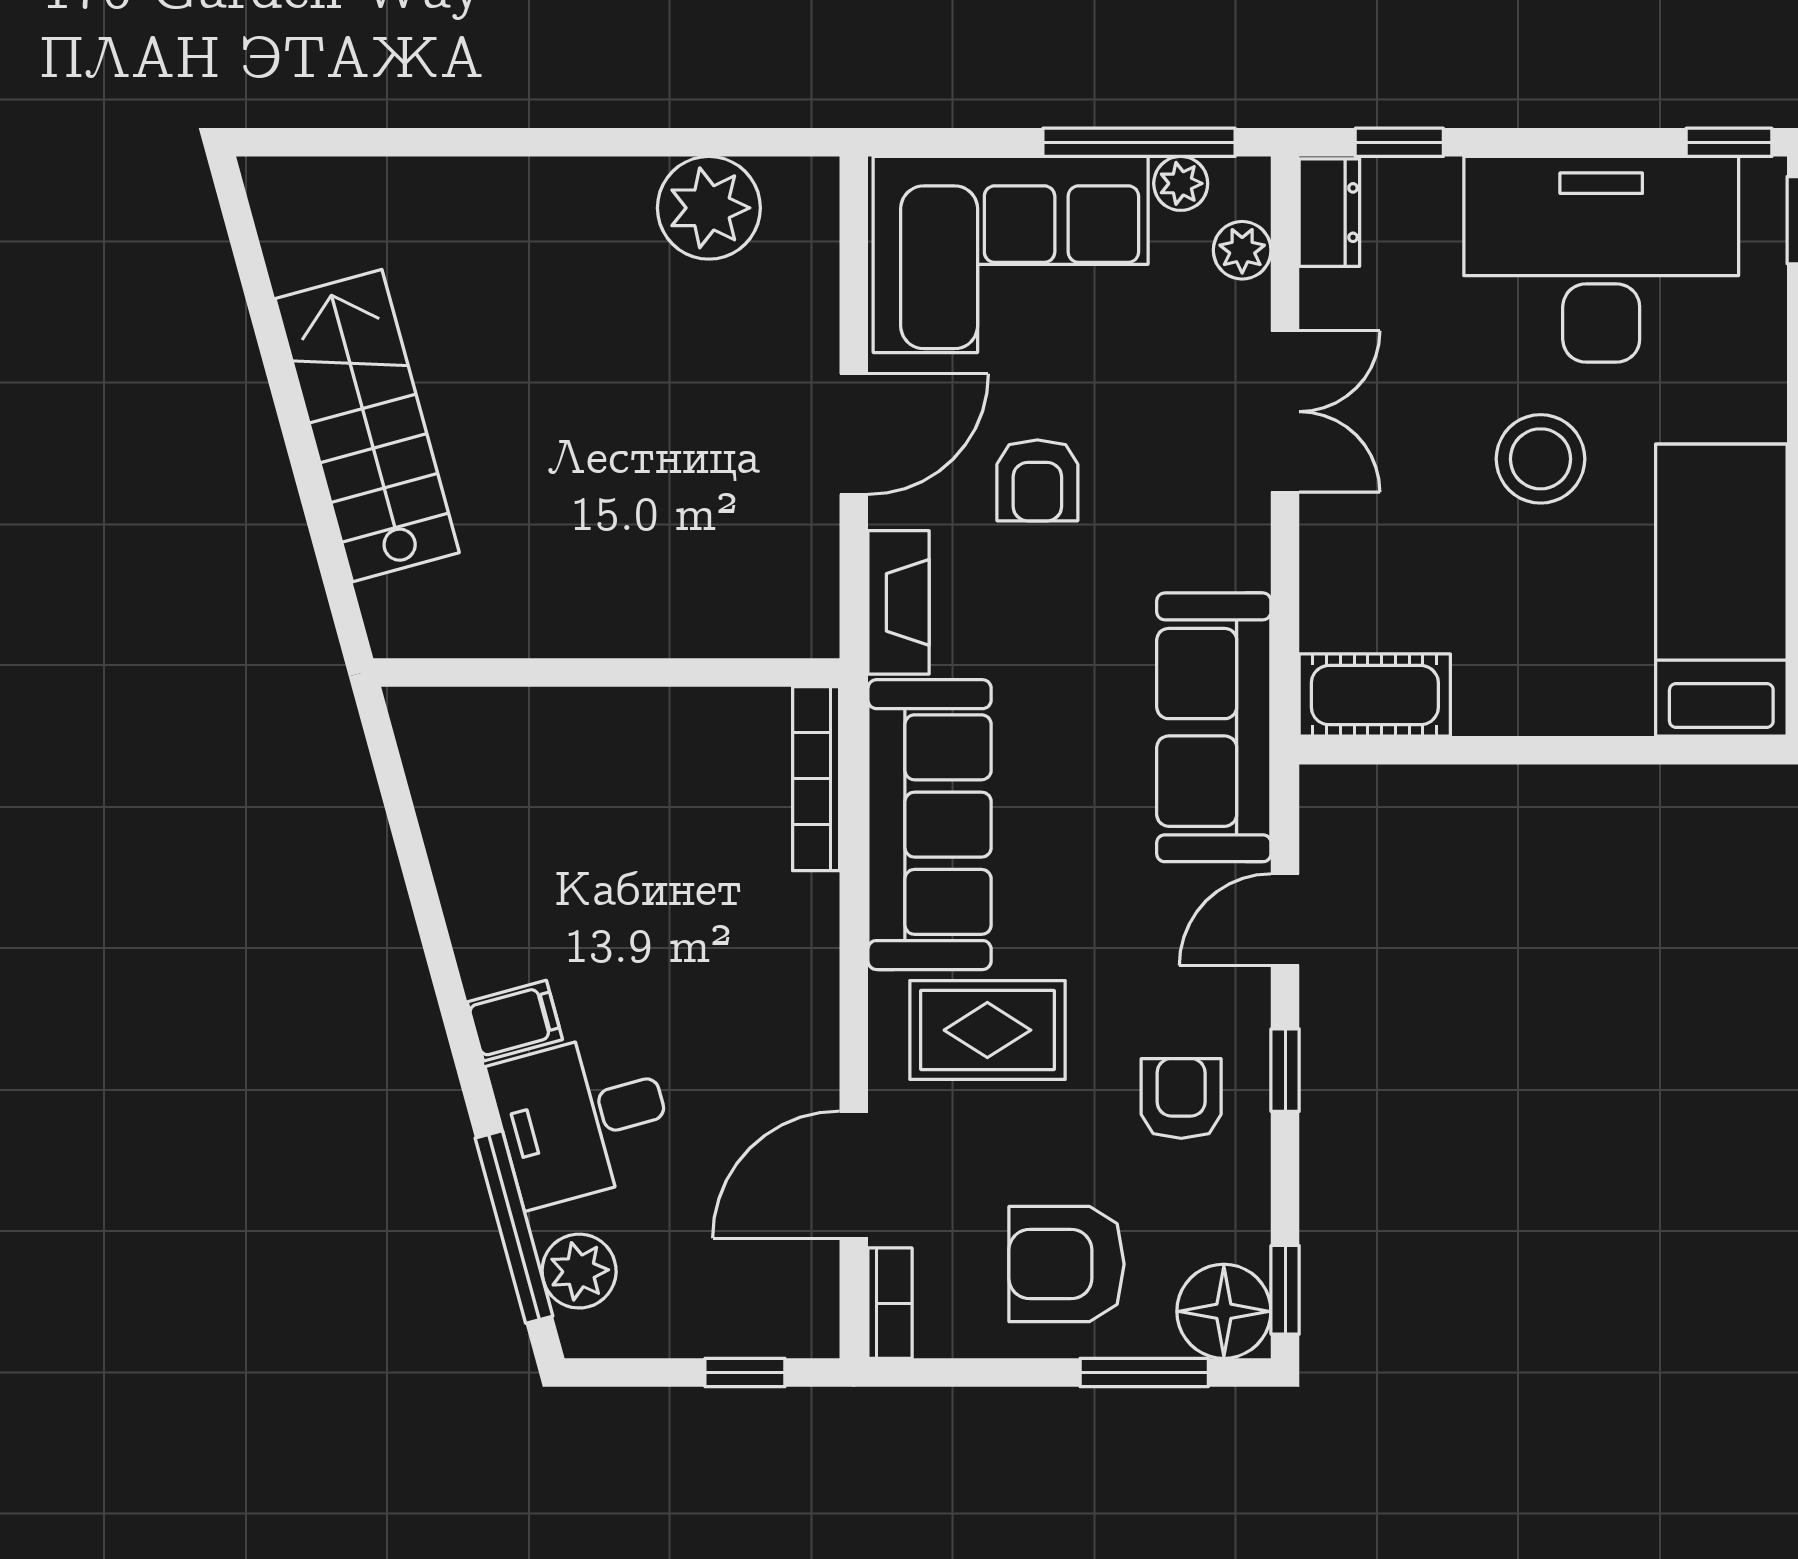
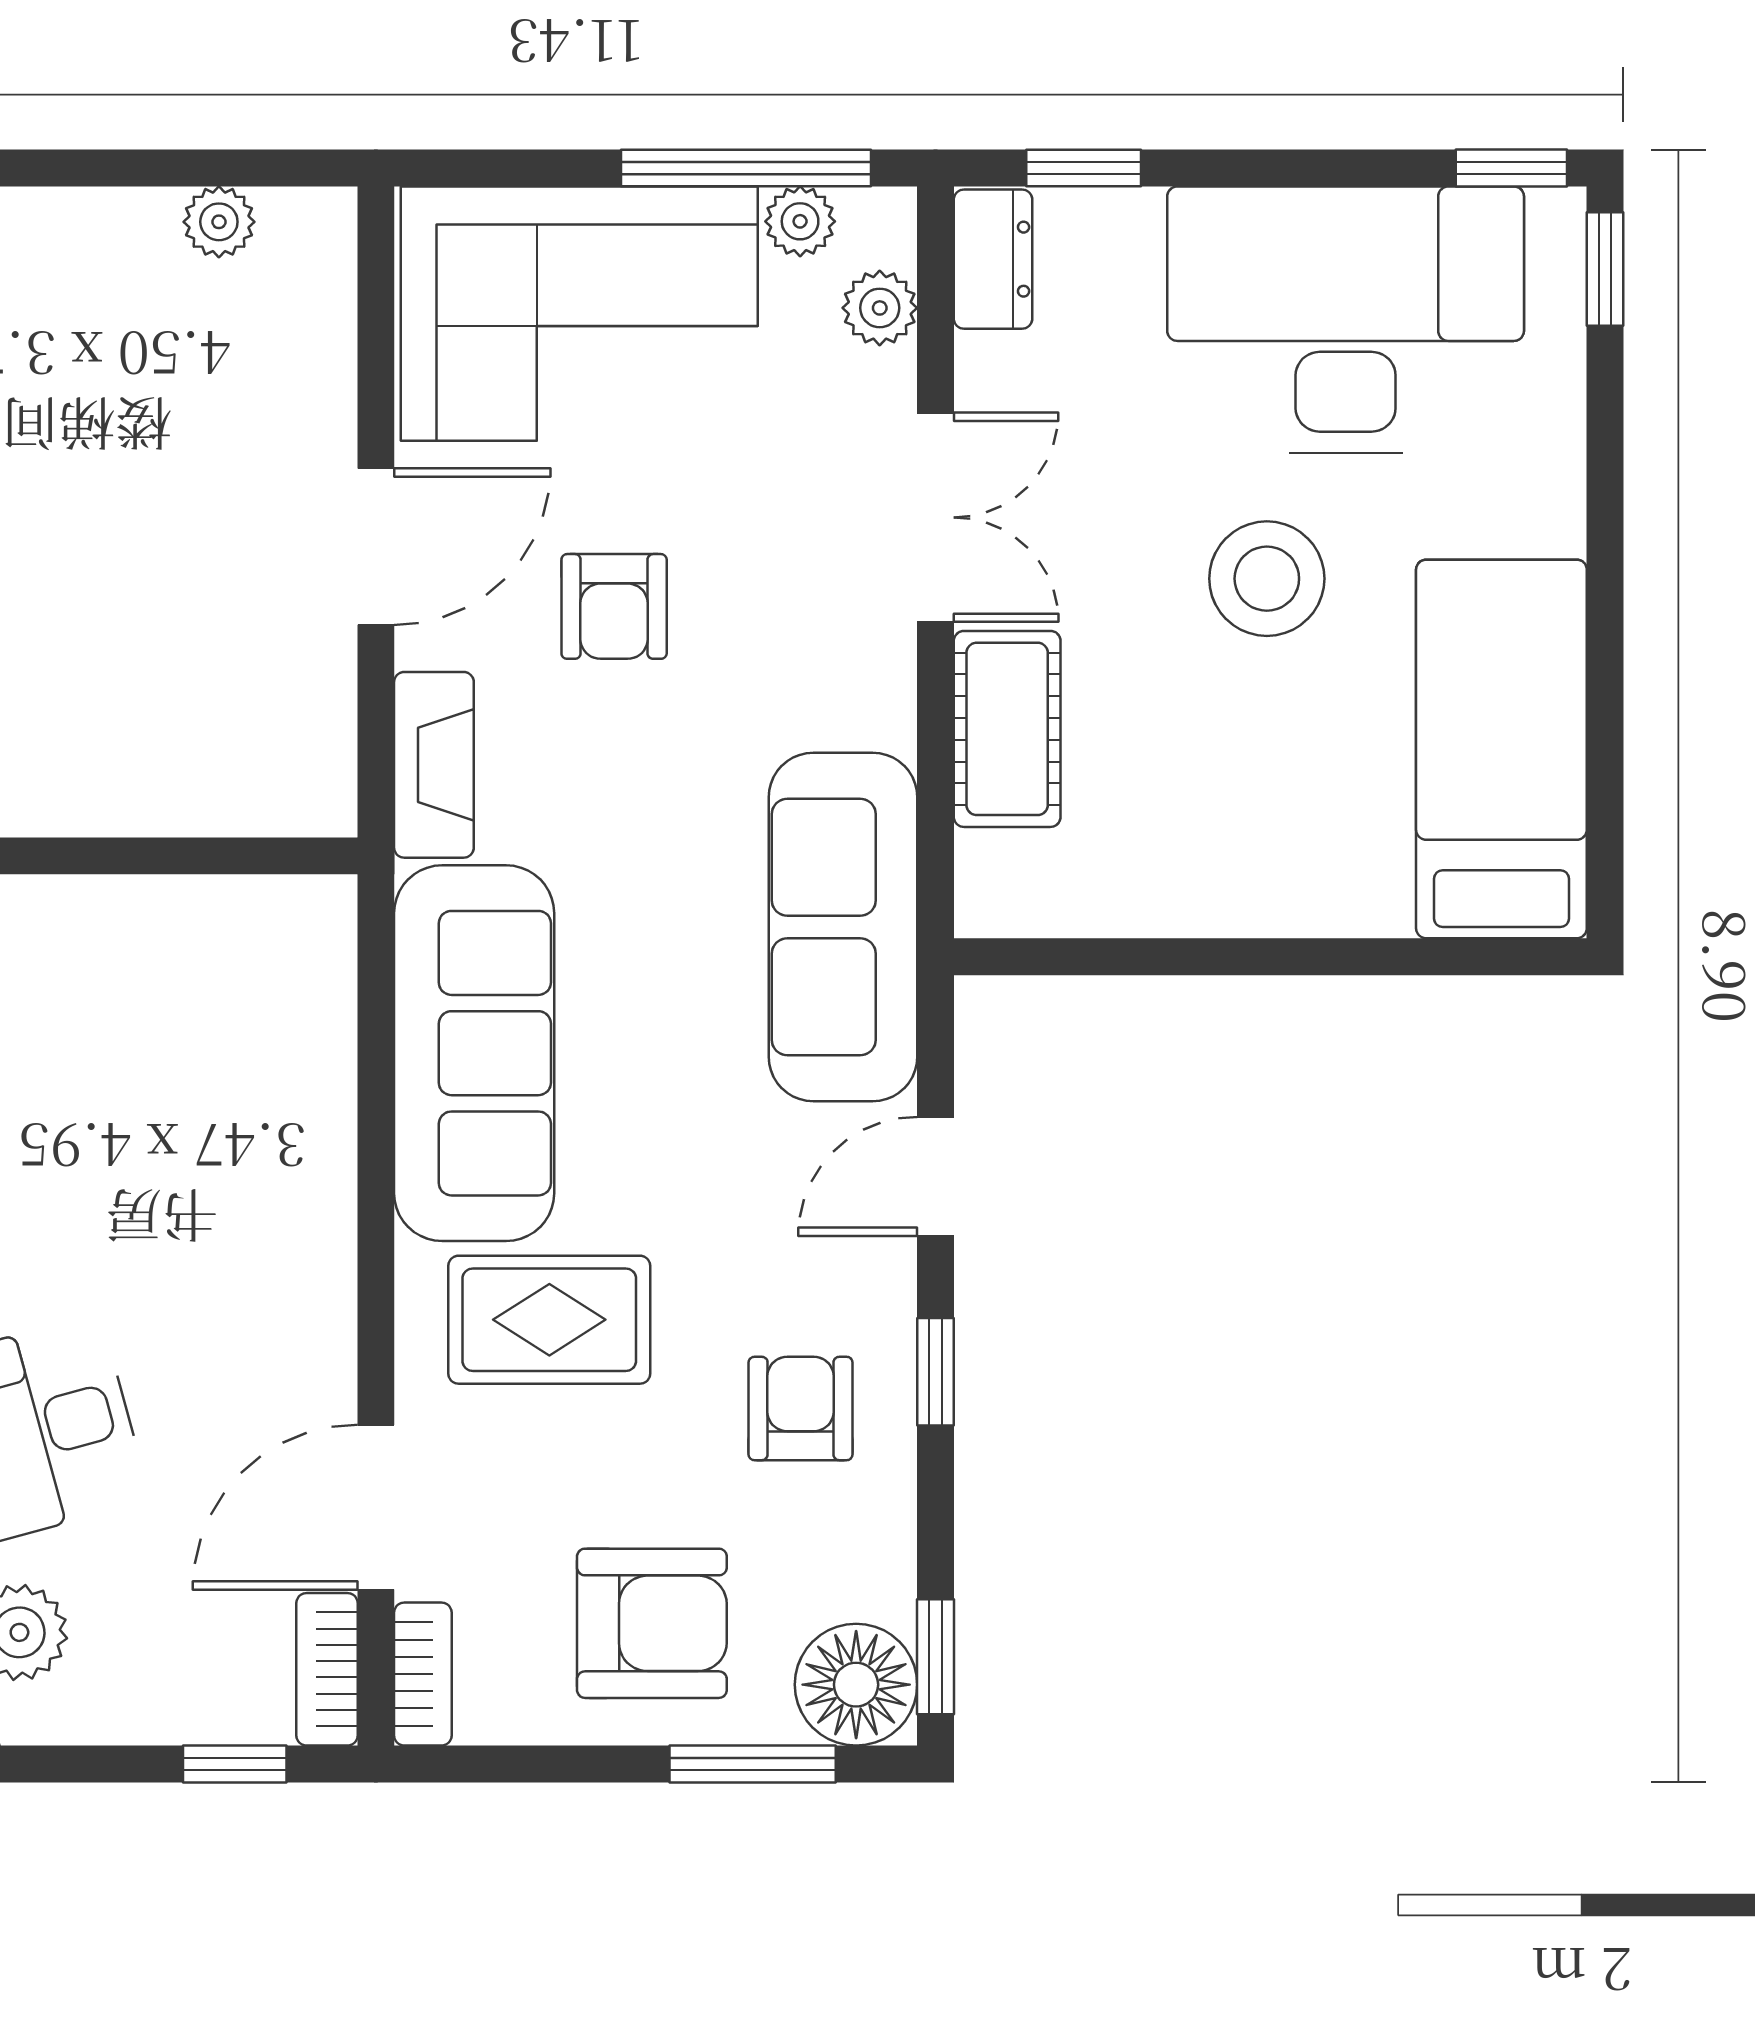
plant: (709, 208) -> (219, 222), width x0.53, depth x0.53
cot: (1375, 695) -> (1007, 729), moved, turned 90
bookcase: (816, 779) -> (327, 1669), moved, width x0.64
armchair: (1067, 1264) -> (652, 1623), turned 180

